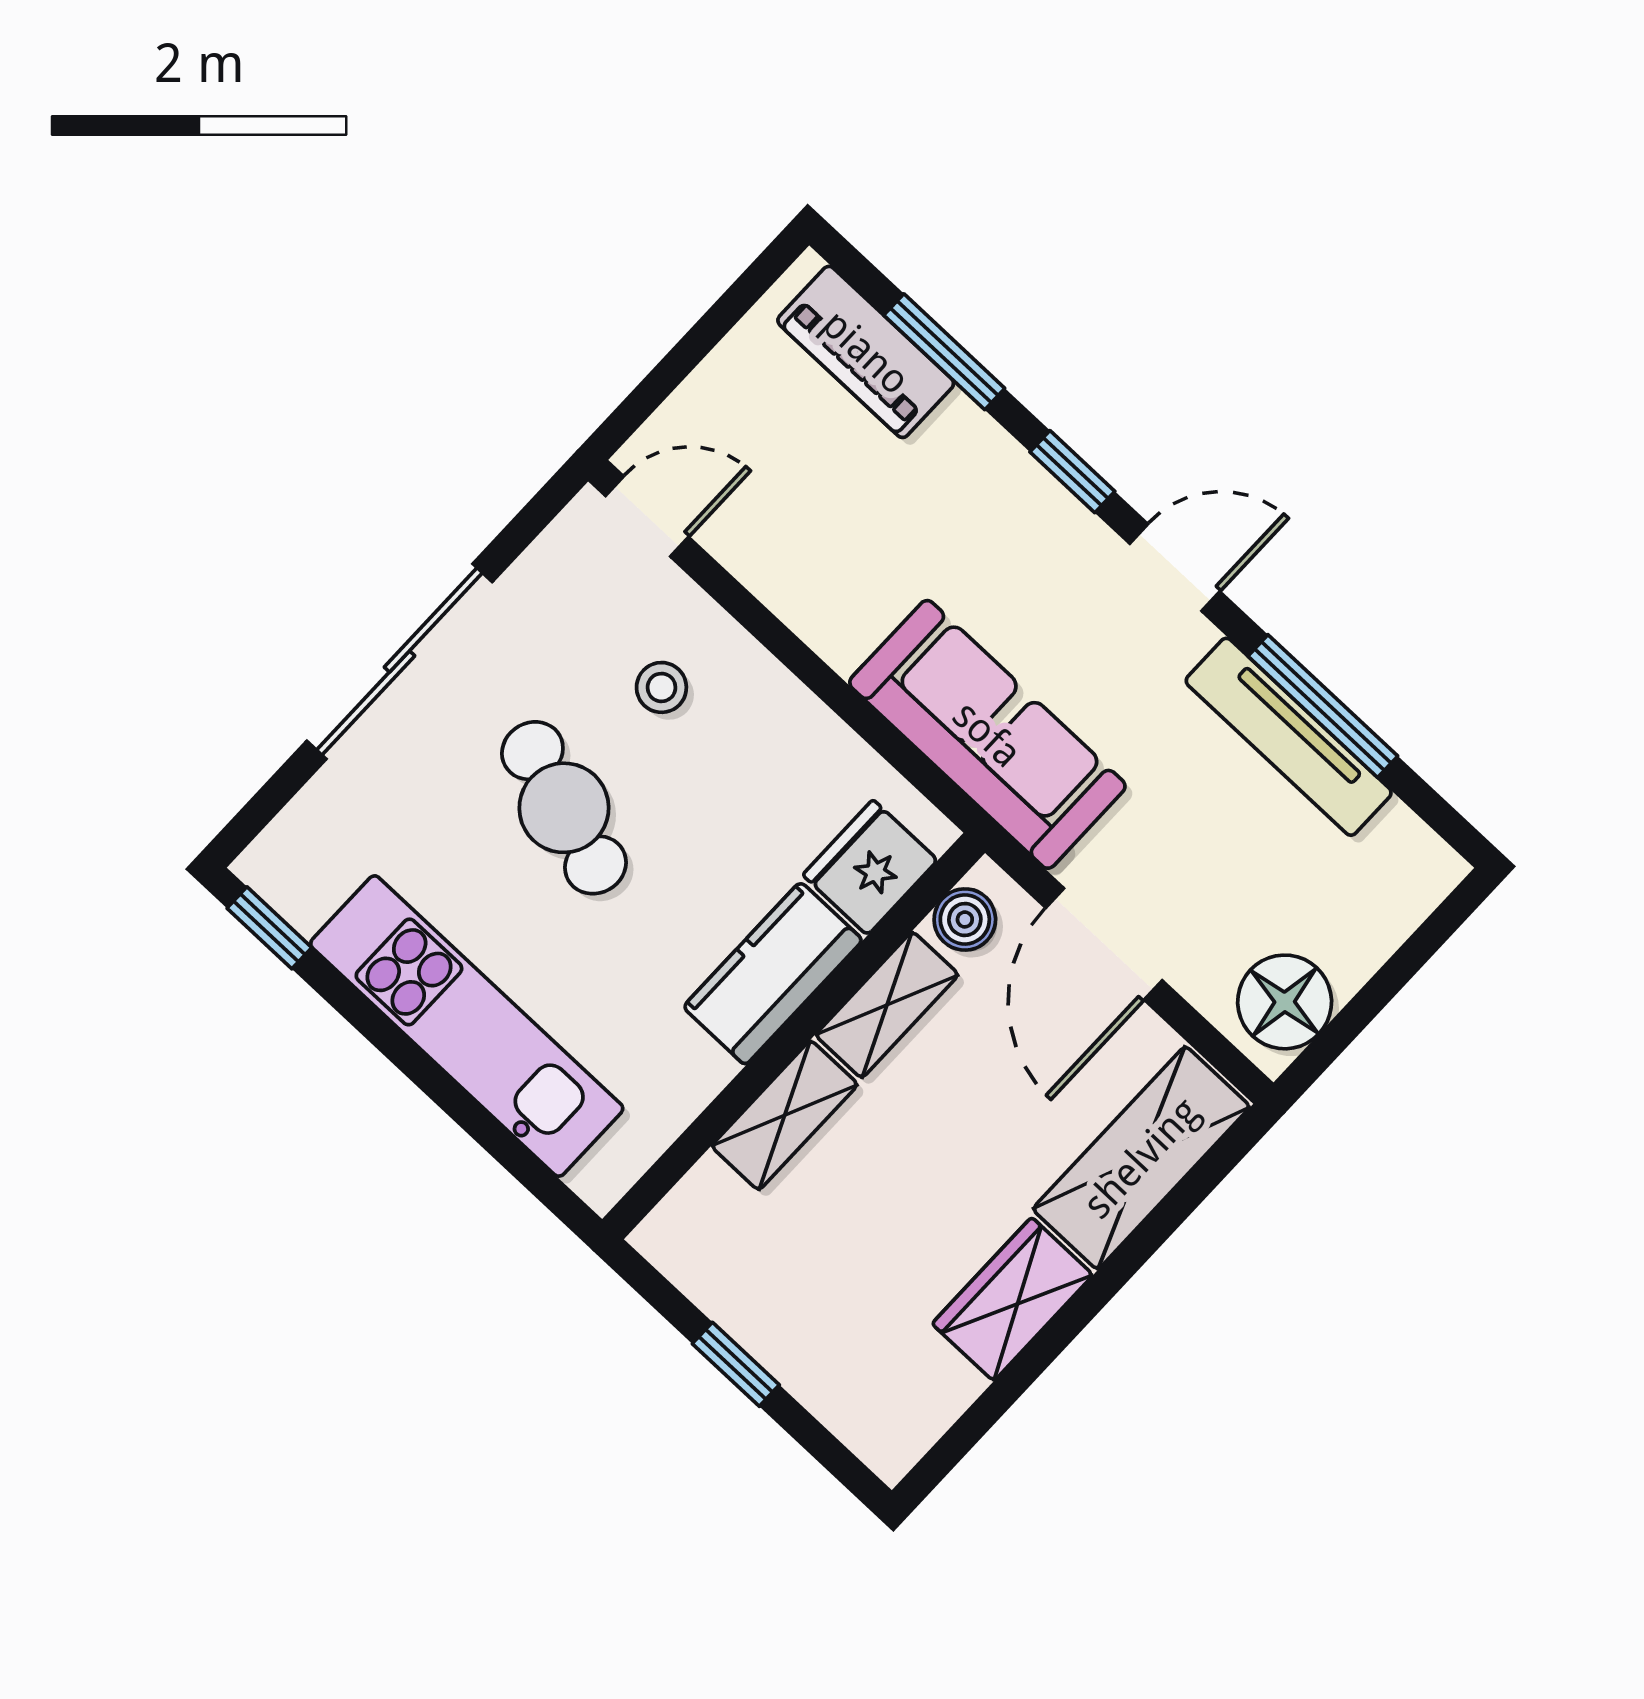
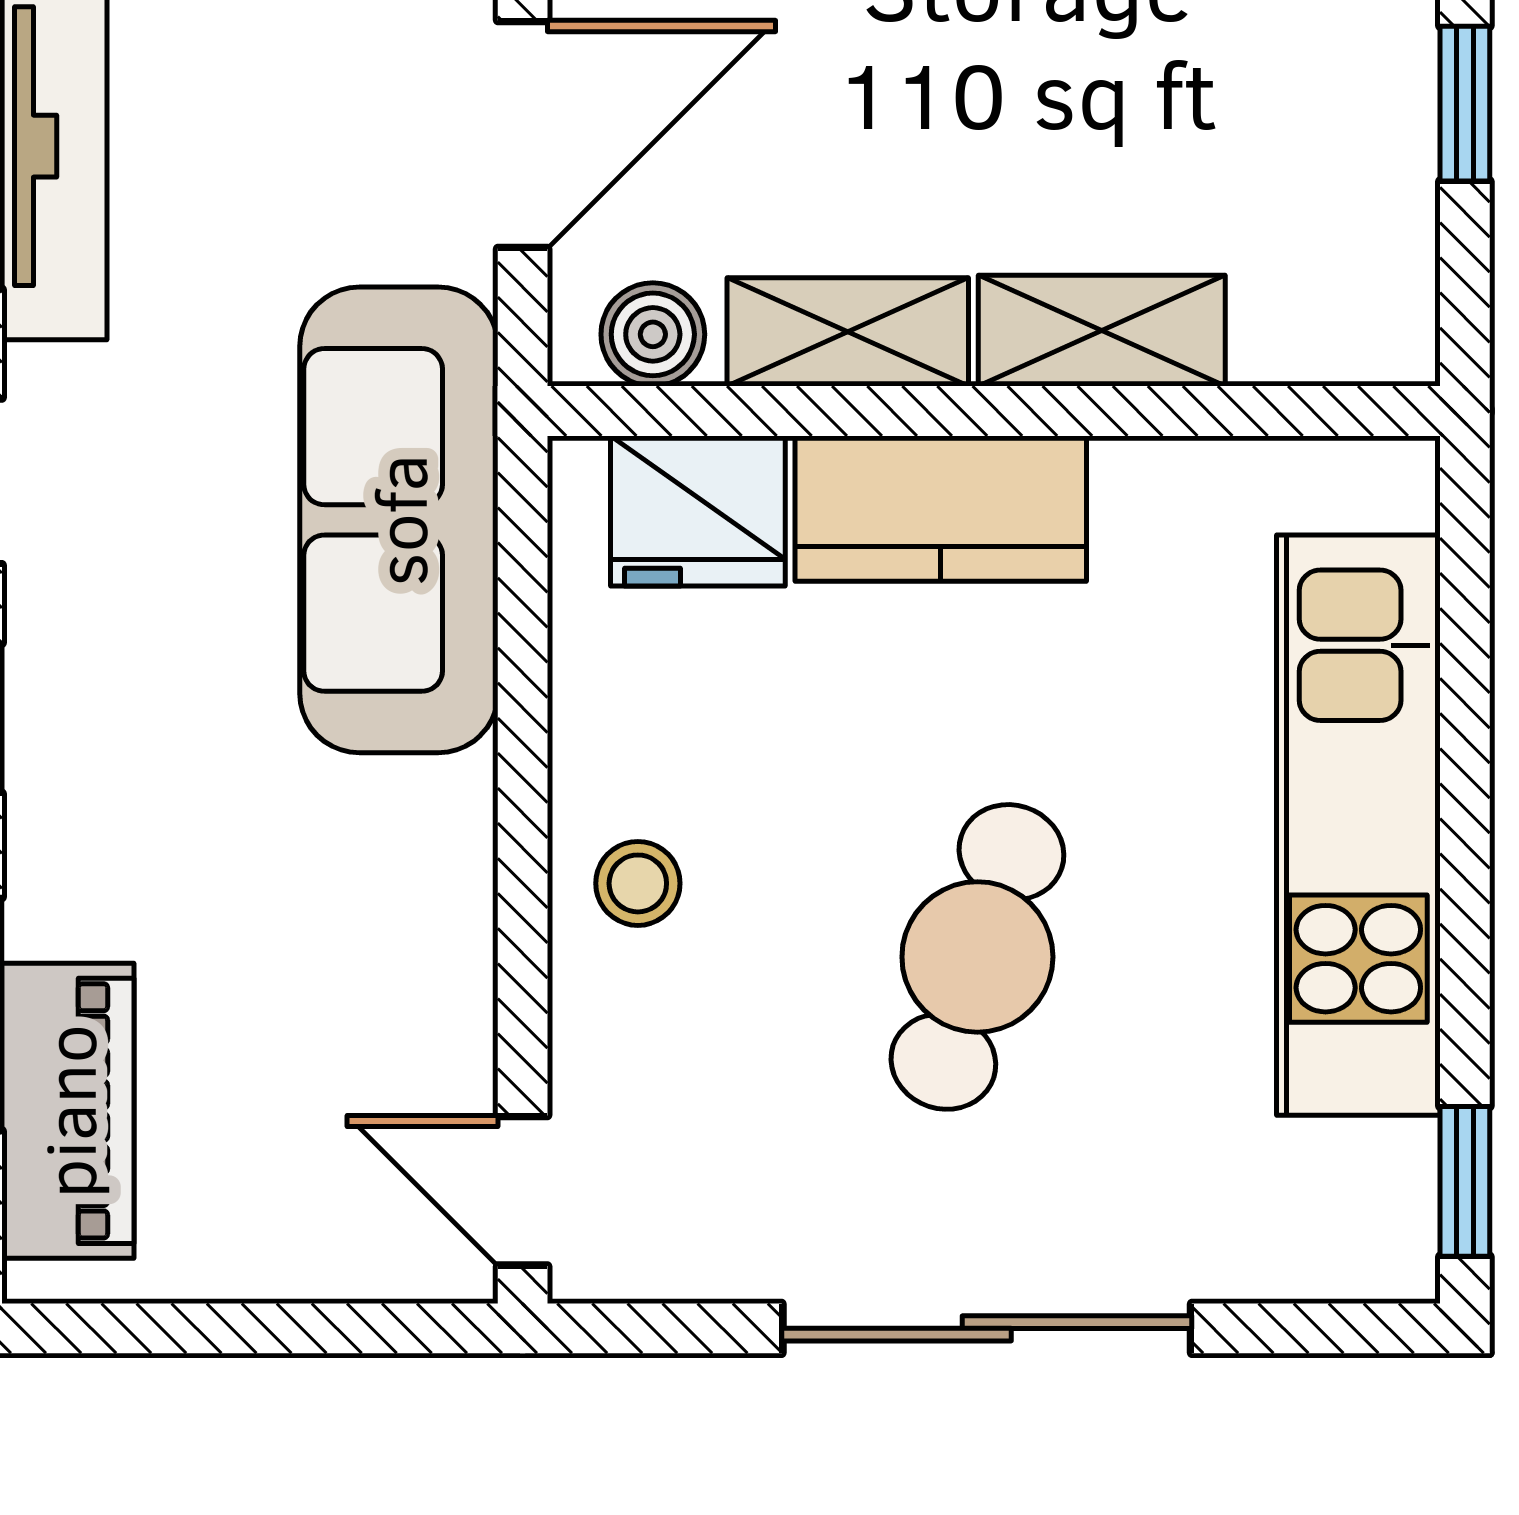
stool: (661, 687) -> (638, 883), moved

